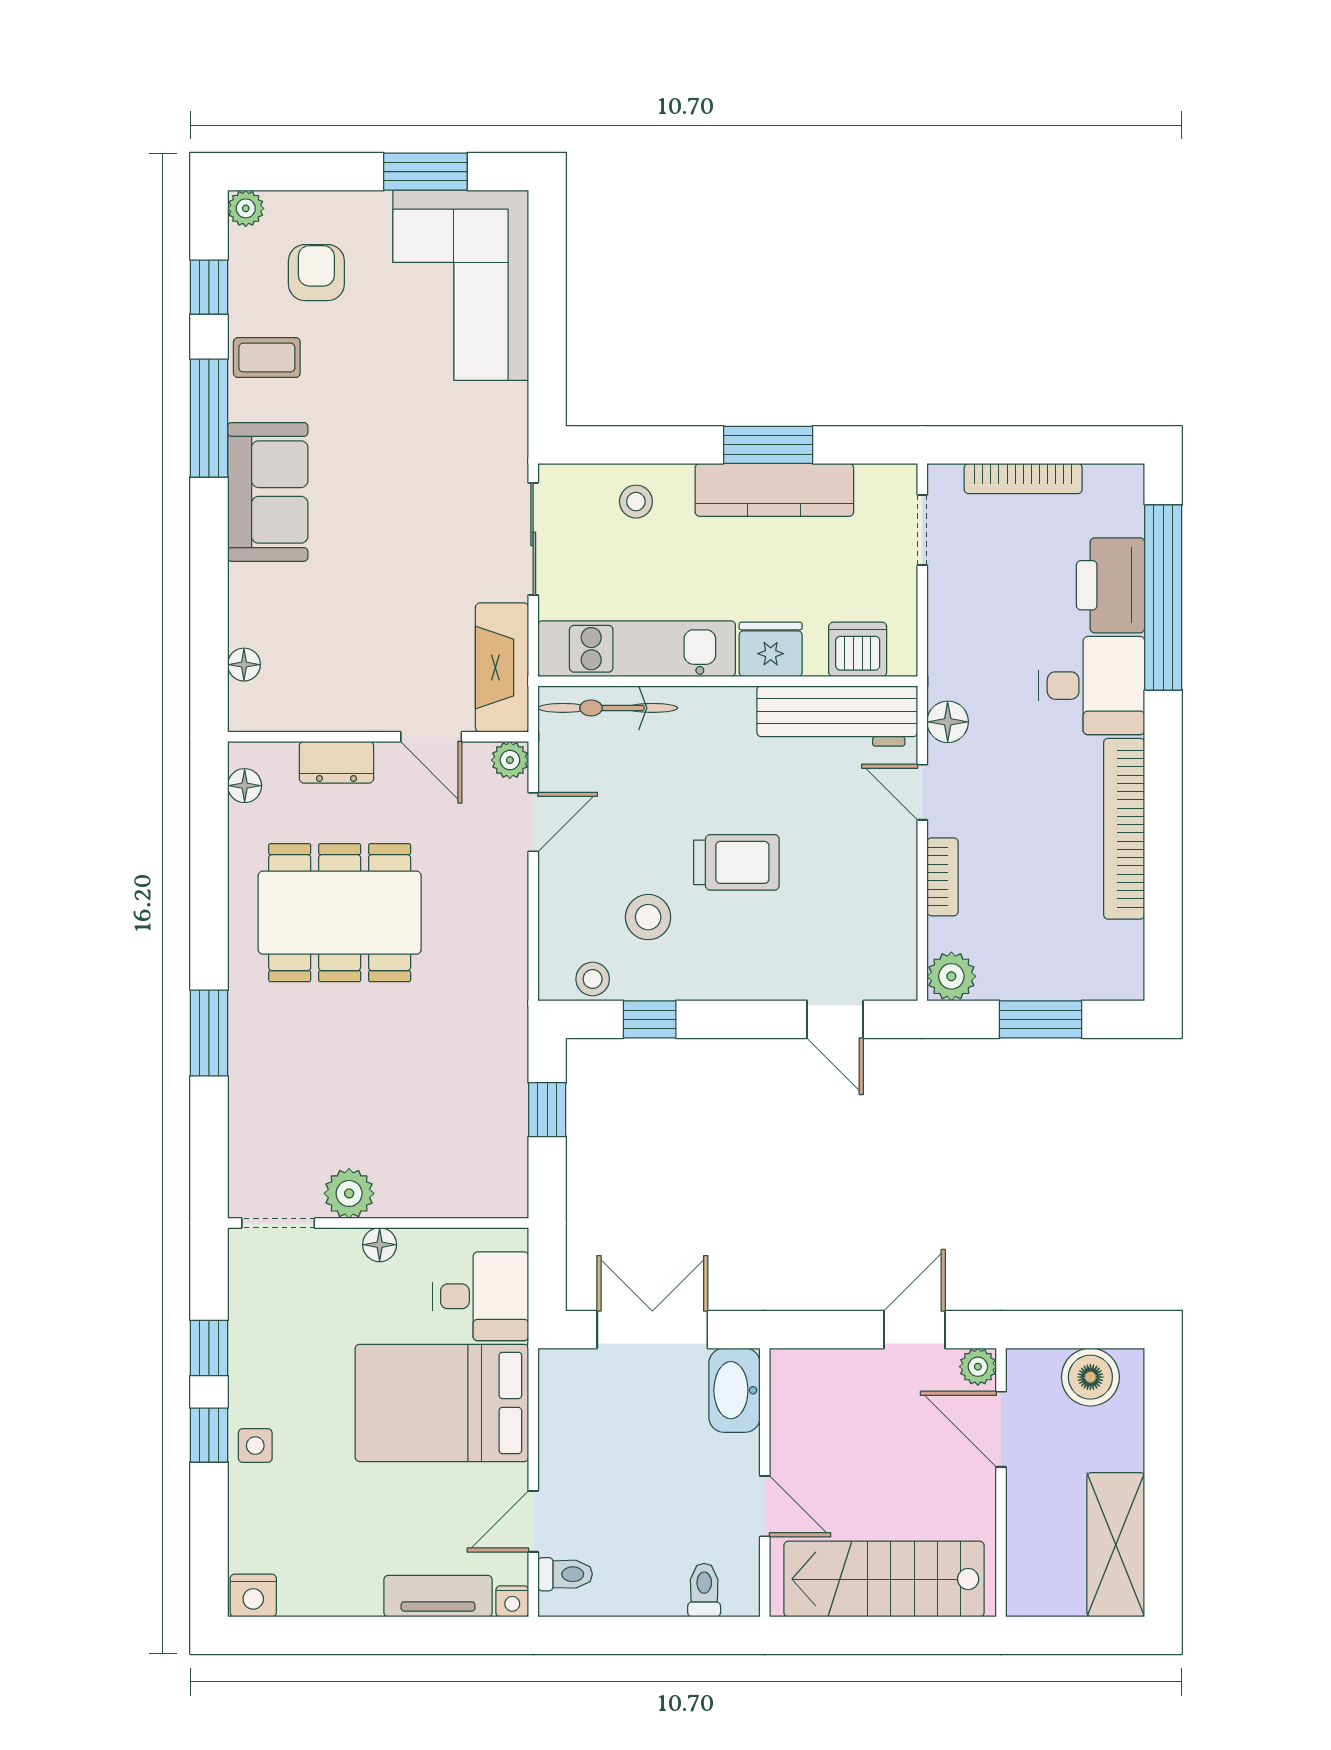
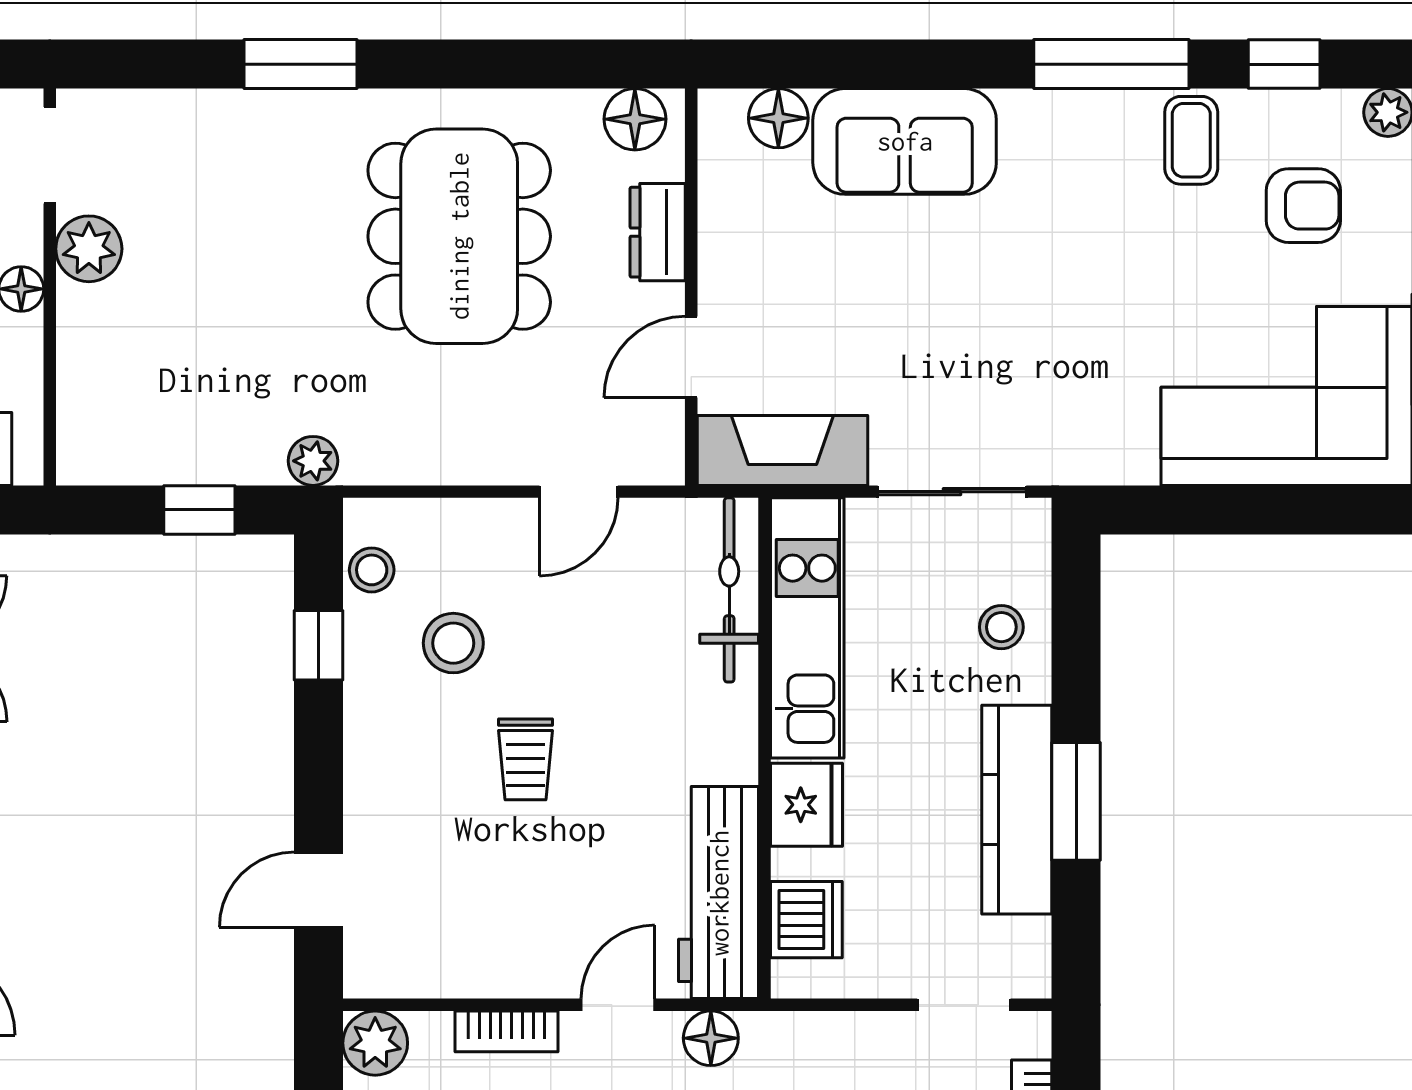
sofa: (268, 492) -> (905, 141), moved
floor lamp: (244, 665) -> (778, 118), width x1.37, depth x1.37
plant: (510, 760) -> (313, 461), moved
floor lamp: (245, 786) -> (635, 119), width x1.37, depth x1.37
door: (533, 822) -> (579, 492), hinge flipped
trolley: (736, 862) -> (525, 759), width x0.73, depth x0.72

